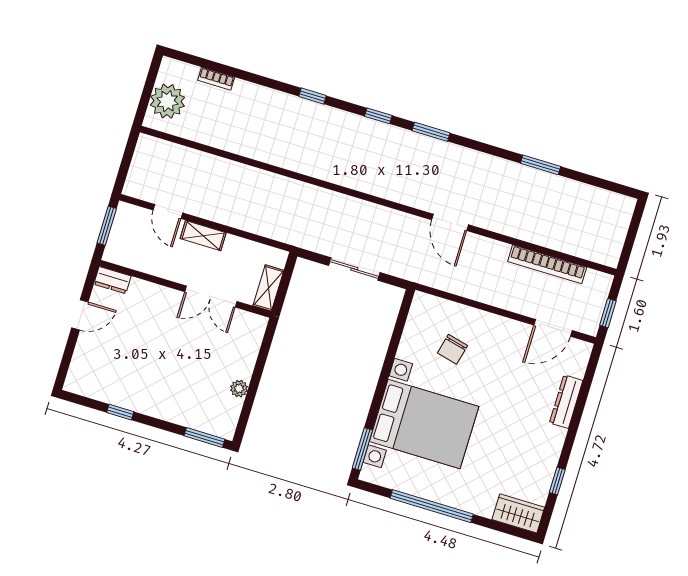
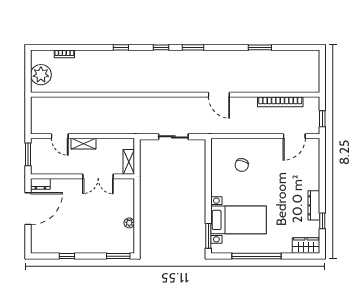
door: (80, 315) -> (28, 209), width x1.88
dresser: (566, 402) -> (314, 205), moved
bed with nightstands: (424, 424) -> (238, 220), width x0.73

